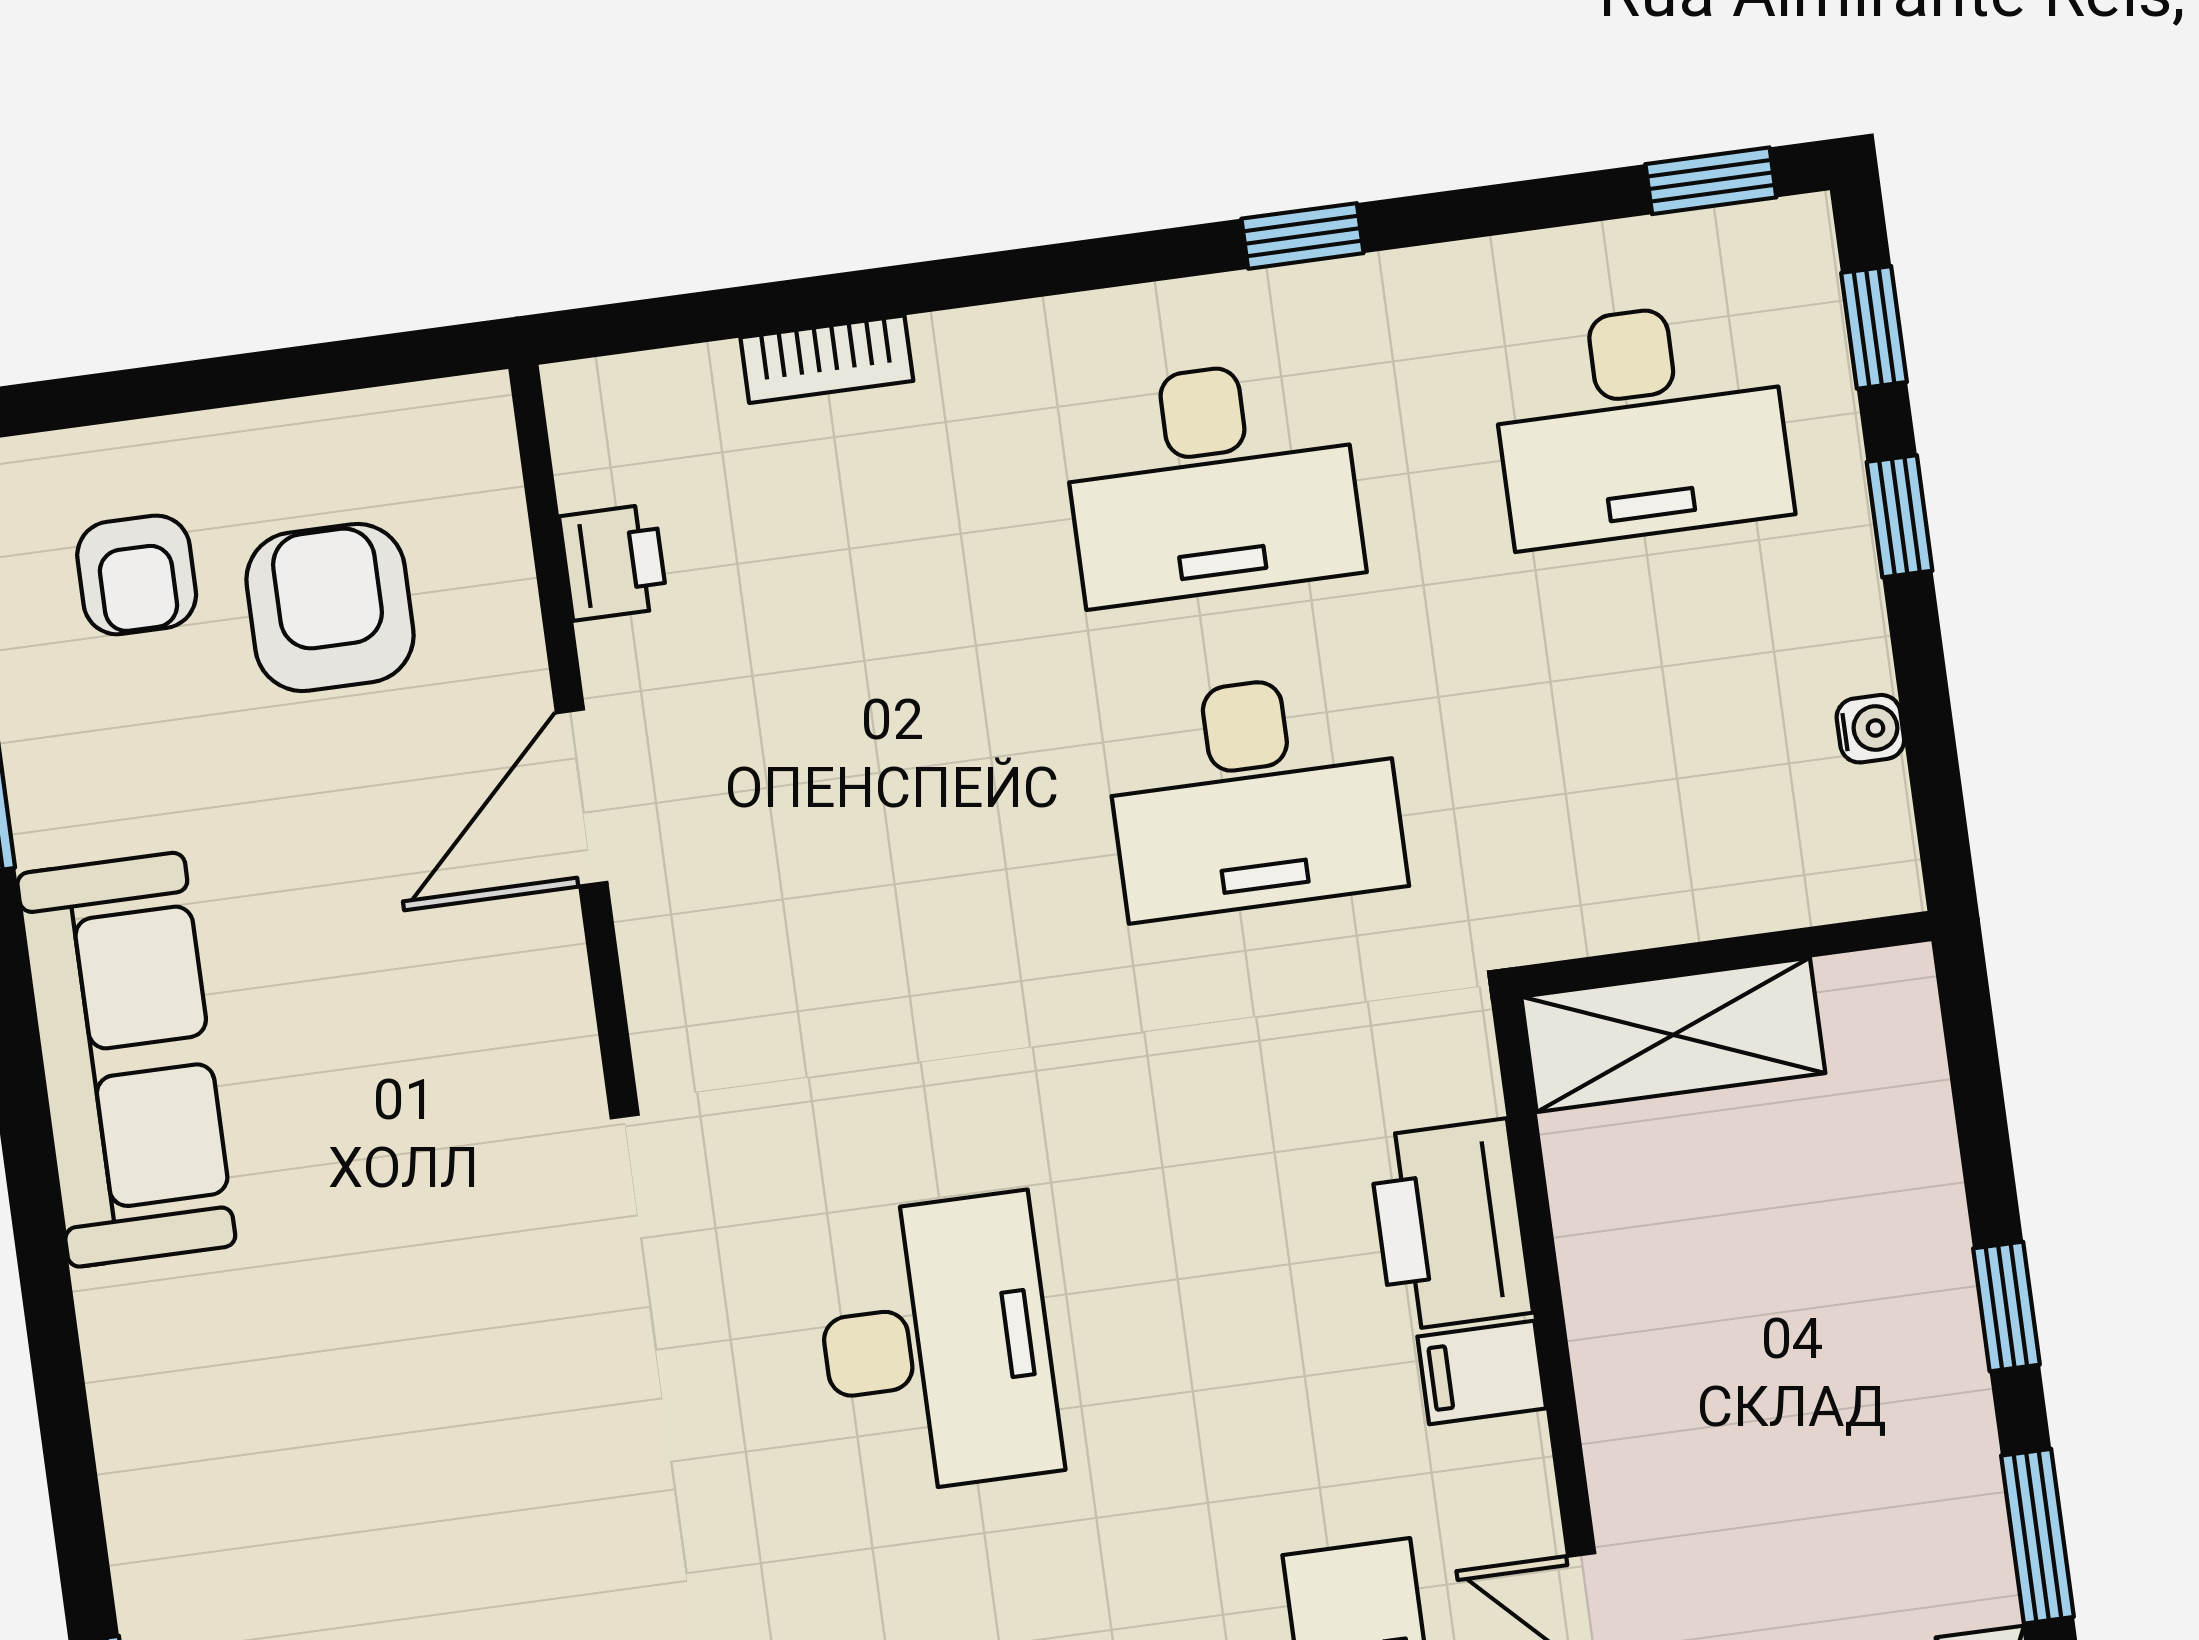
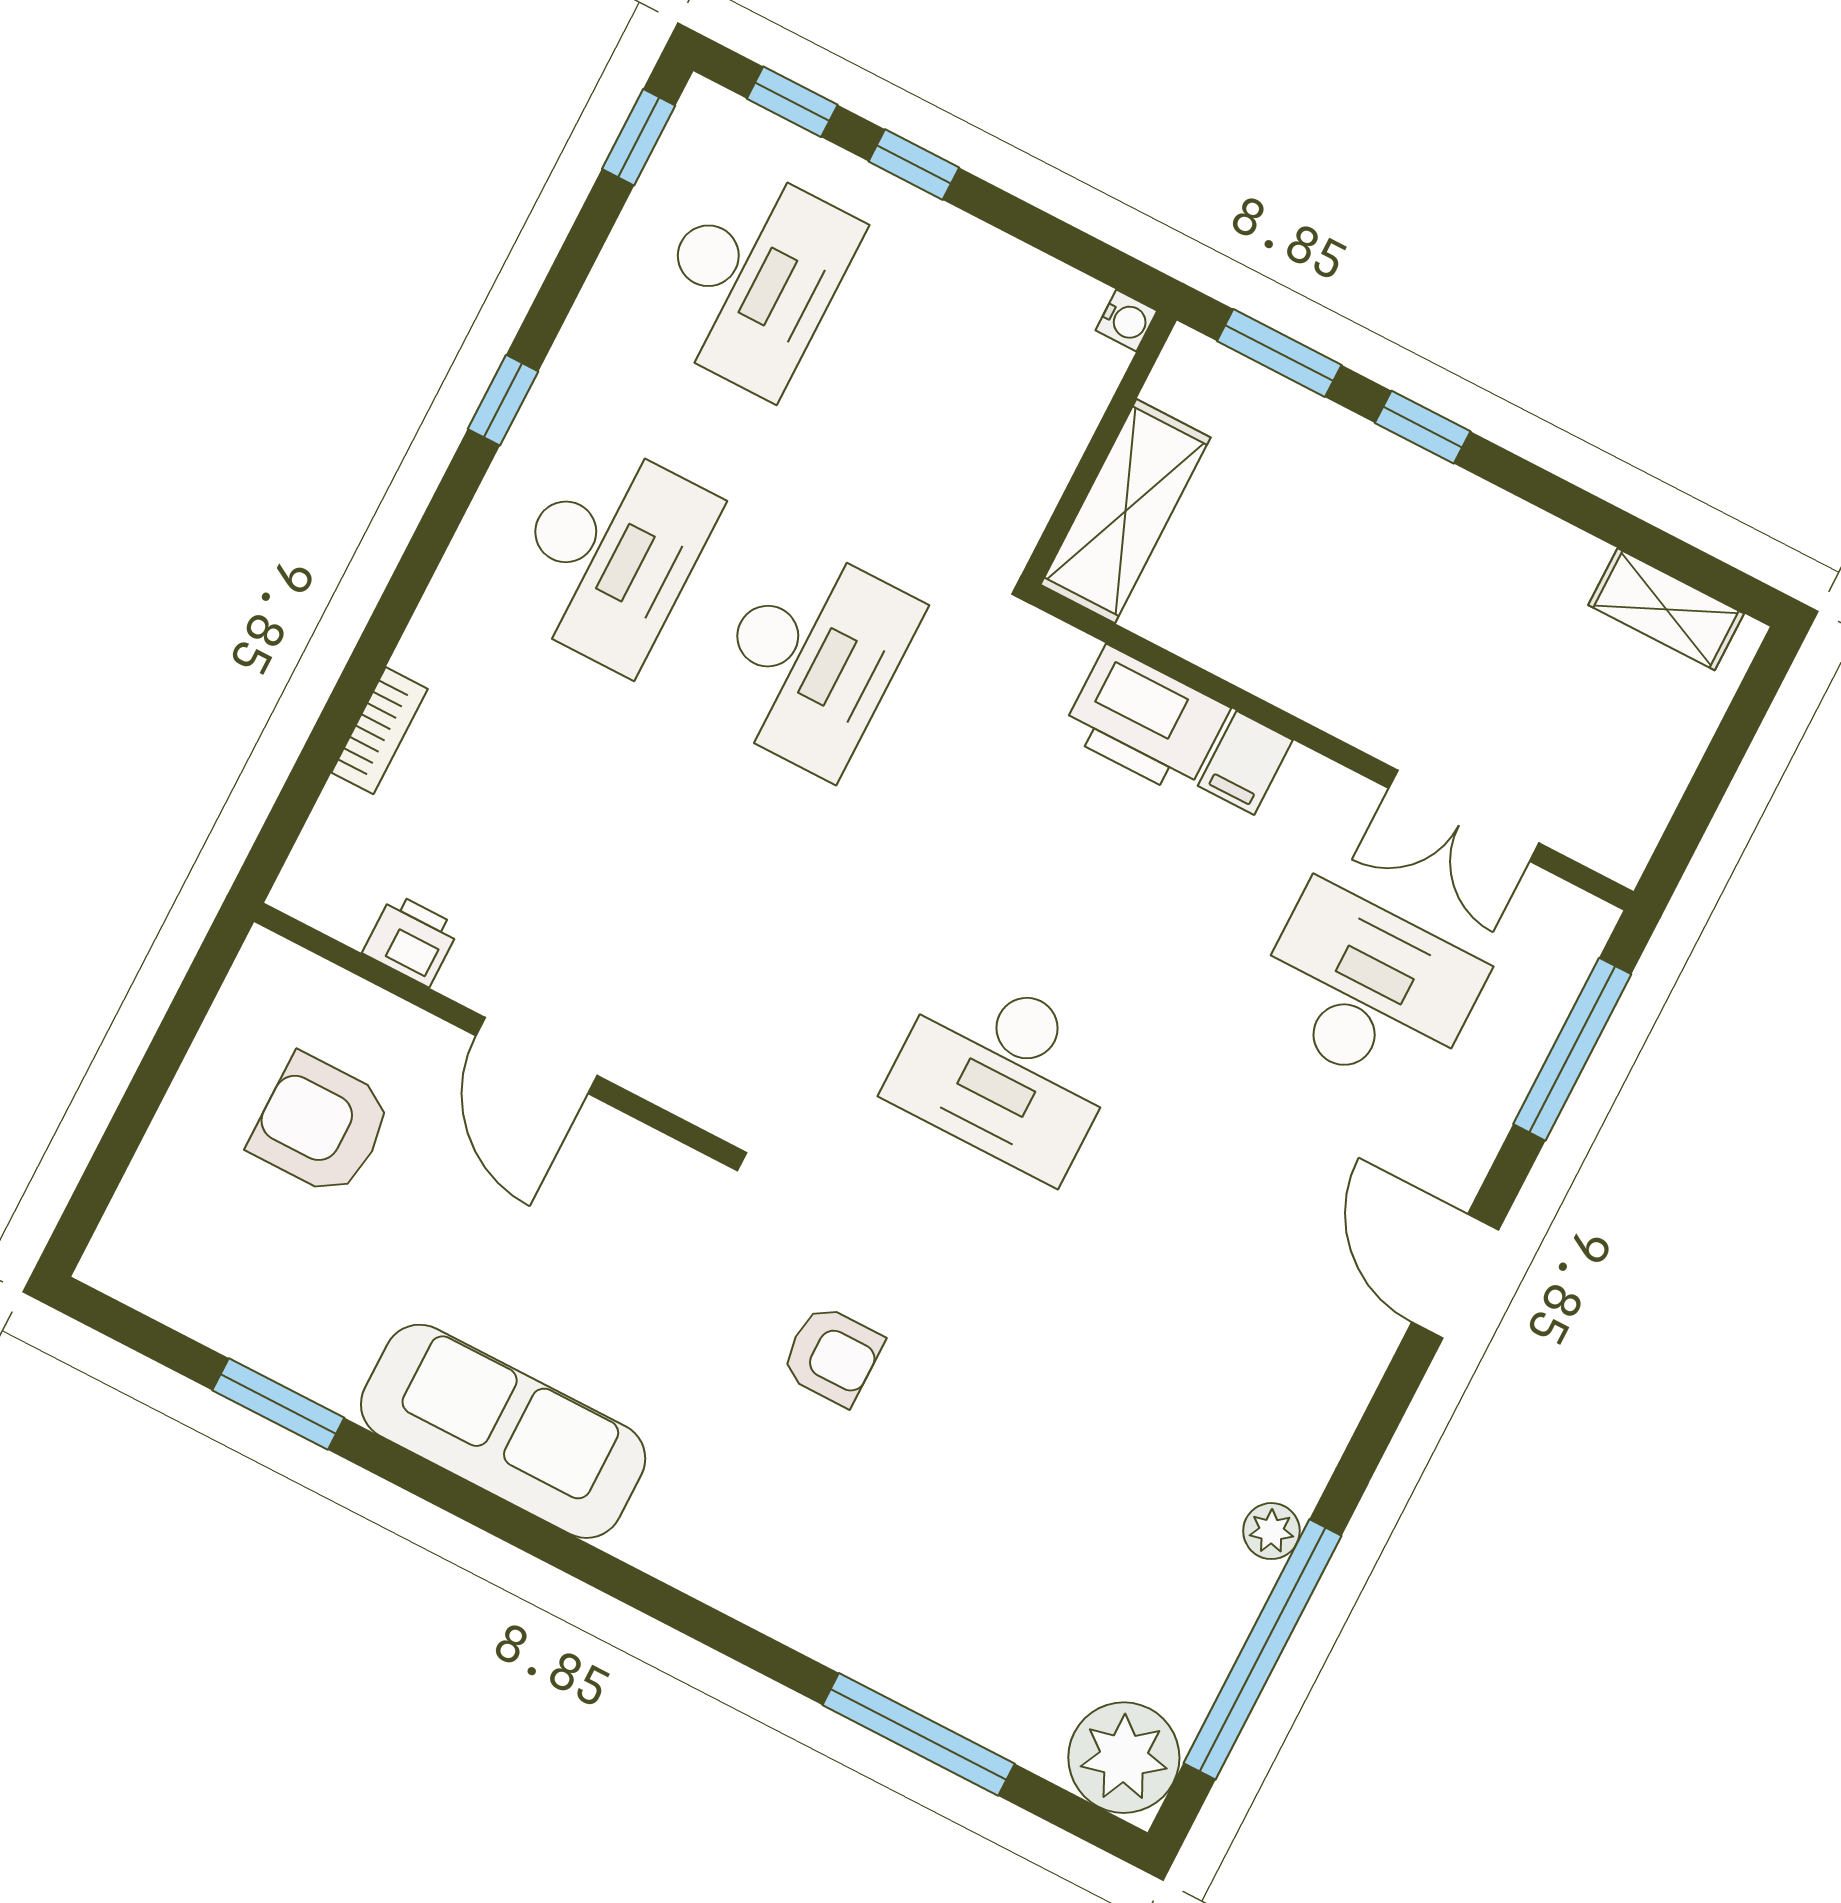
armchair: (137, 575) -> (832, 1355), moved
water cooler: (1870, 729) -> (1126, 321), moved, turned 90
desk: (937, 1344) -> (1004, 1072), turned 180
window: (2037, 1536) -> (1279, 353), moved

